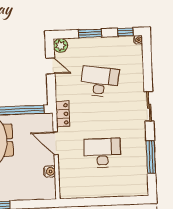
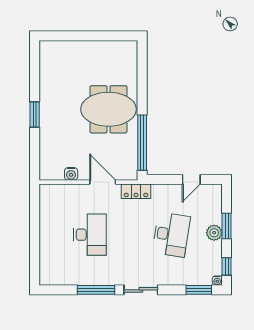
plant: (61, 45) -> (214, 233), moved
window: (147, 56) -> (199, 290), added
door: (56, 143) -> (103, 182), hinge flipped
window: (151, 157) -> (96, 290), moved

